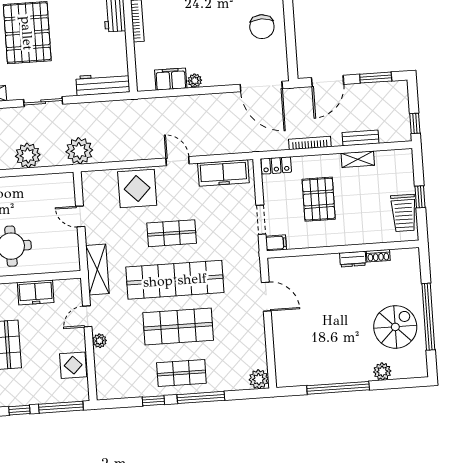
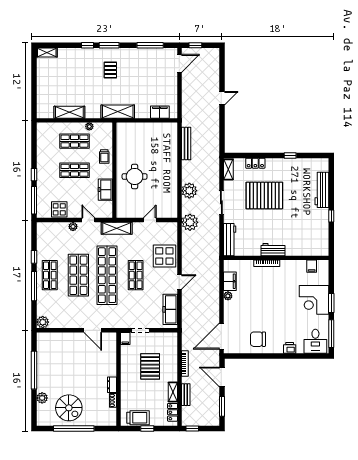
locker: (276, 165) -> (173, 412), moved
pallet: (319, 199) -> (150, 366), turned 90
trolley: (404, 213) -> (138, 418), turned 180
door: (266, 297) -> (93, 330), hinge flipped

